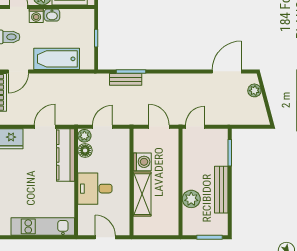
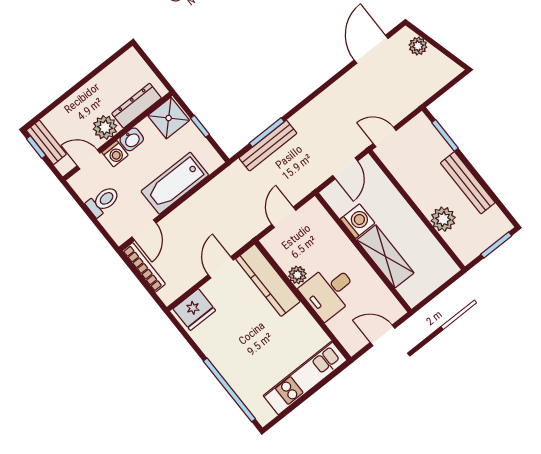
shower: (82, 20) -> (169, 118), added
bench: (126, 79) -> (268, 146), width x1.36
door: (159, 127) -> (345, 168), swing flipped
door: (195, 127) -> (385, 137), hinge flipped
plant: (84, 136) -> (297, 275), moved
floor lamp: (85, 150) -> (285, 258), removed

